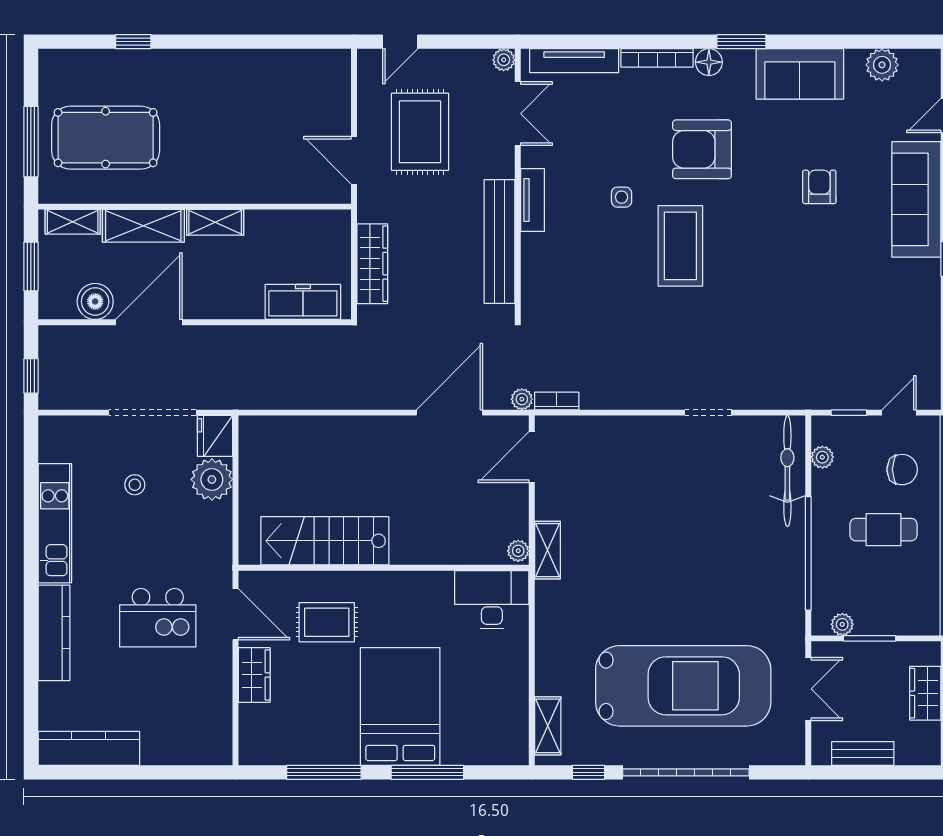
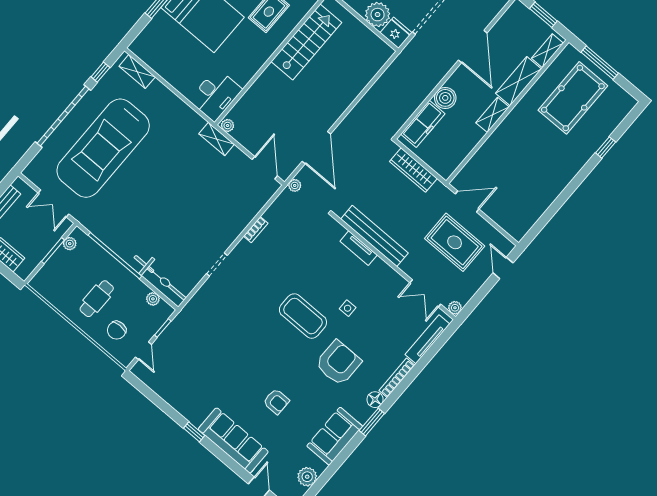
tv unit: (532, 200) -> (359, 248), moved
boiler: (95, 301) -> (445, 98), moved
bookcase: (557, 401) -> (256, 230), moved

